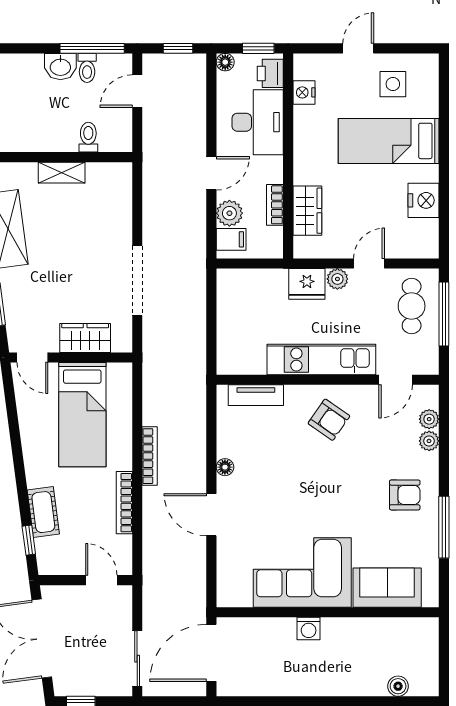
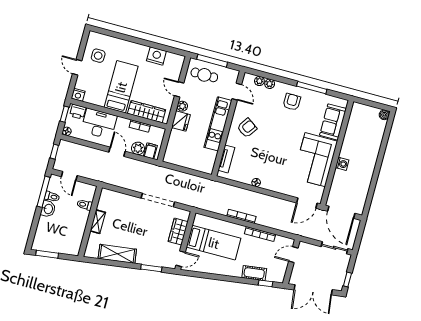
nightstand: (304, 92) -> (78, 95), moved
bed: (389, 141) -> (121, 87), moved, turned 180
wardrobe: (307, 211) -> (147, 112), width x1.50
door: (211, 515) -> (307, 203), moved
boiler: (398, 686) -> (384, 115), moved

